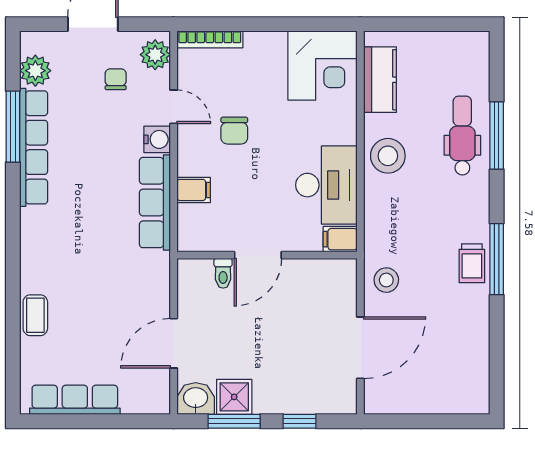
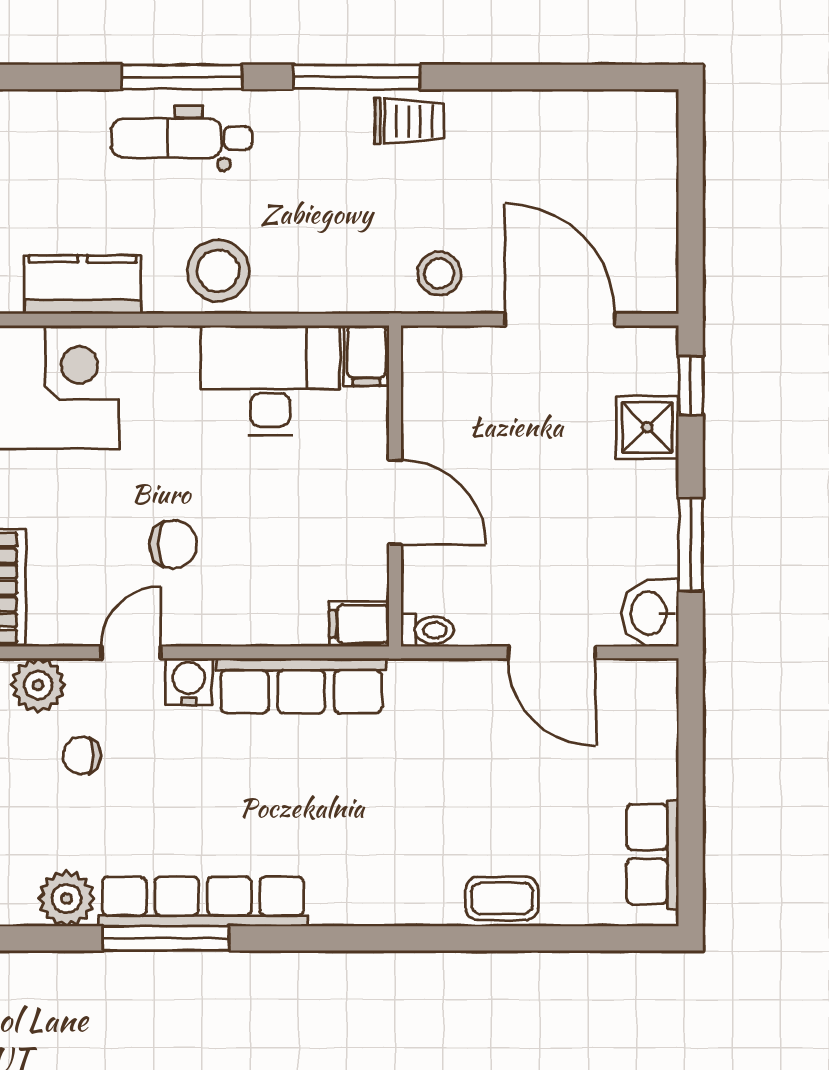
filing cabinet: (194, 190) -> (359, 624), moved, turned -90
window: (497, 259) -> (357, 77), moved
toilet: (223, 273) -> (427, 630), moved
shower: (234, 397) -> (647, 427), moved
row of seats: (75, 400) -> (653, 854), width x0.68
window: (299, 421) -> (691, 386), moved

